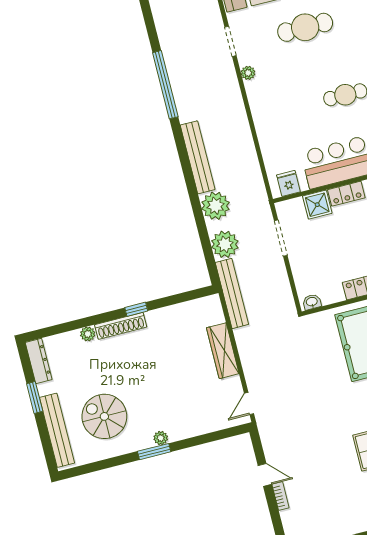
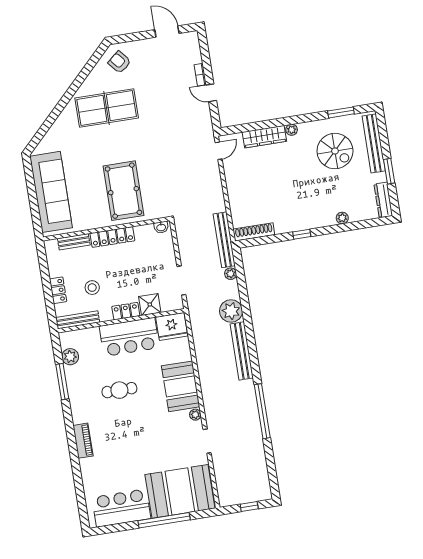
cafe table: (305, 27) -> (147, 447), removed
booth: (270, 106) -> (181, 386), added
fridge: (288, 183) -> (172, 327), width x1.88, depth x1.34
plant: (225, 244) -> (231, 274), width x0.53, depth x0.53
shoe rack: (121, 326) -> (254, 232), moved
wardrobe: (223, 351) -> (264, 137), moved, turned 90
window: (154, 452) -> (341, 112), moved

